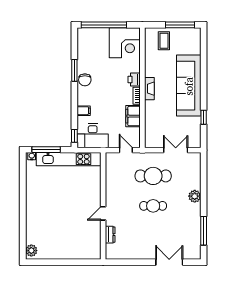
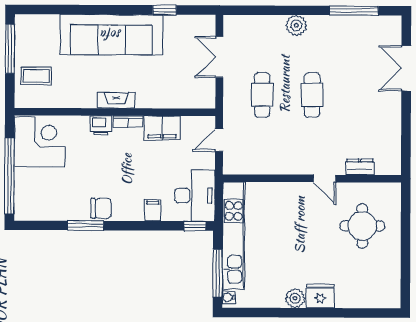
cafe table: (153, 176) -> (262, 95), width x0.73, depth x0.74
fridge: (33, 211) -> (320, 296), added
round table: (75, 236) -> (362, 226), added
plant: (31, 251) -> (295, 298), moved

